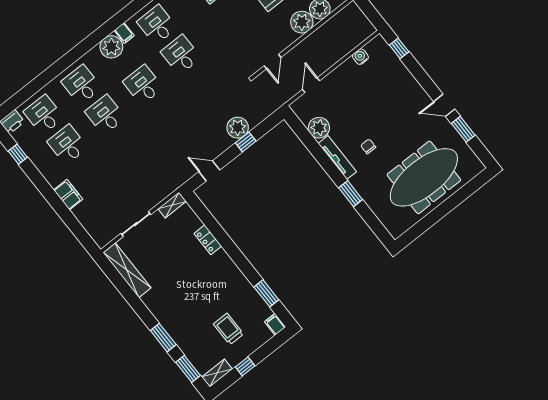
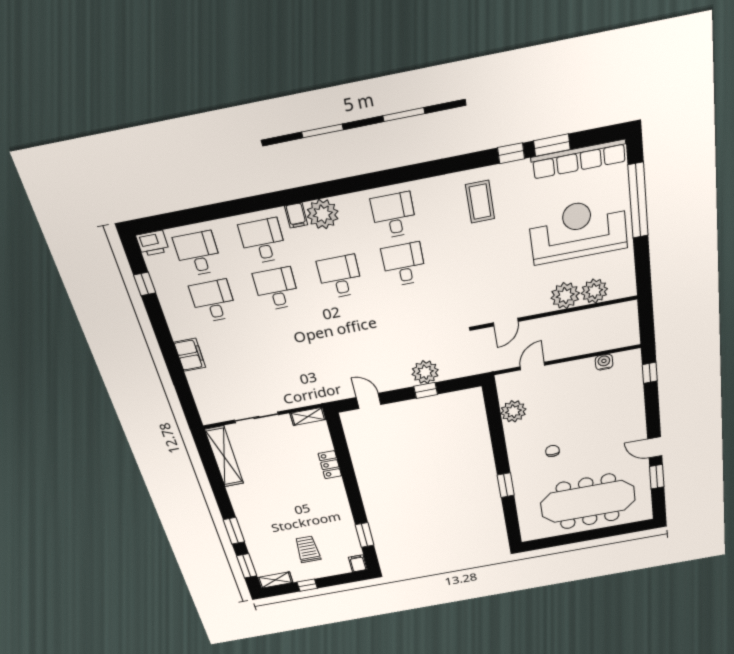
filing cabinet: (124, 33) -> (296, 215), moved
tv unit: (337, 158) -> (514, 447), removed

